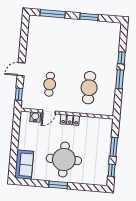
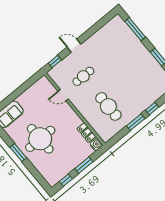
cafe table: (89, 88) -> (108, 106), turned 90
water cooler: (35, 117) -> (96, 145), moved
locker: (70, 120) -> (86, 133), moved

